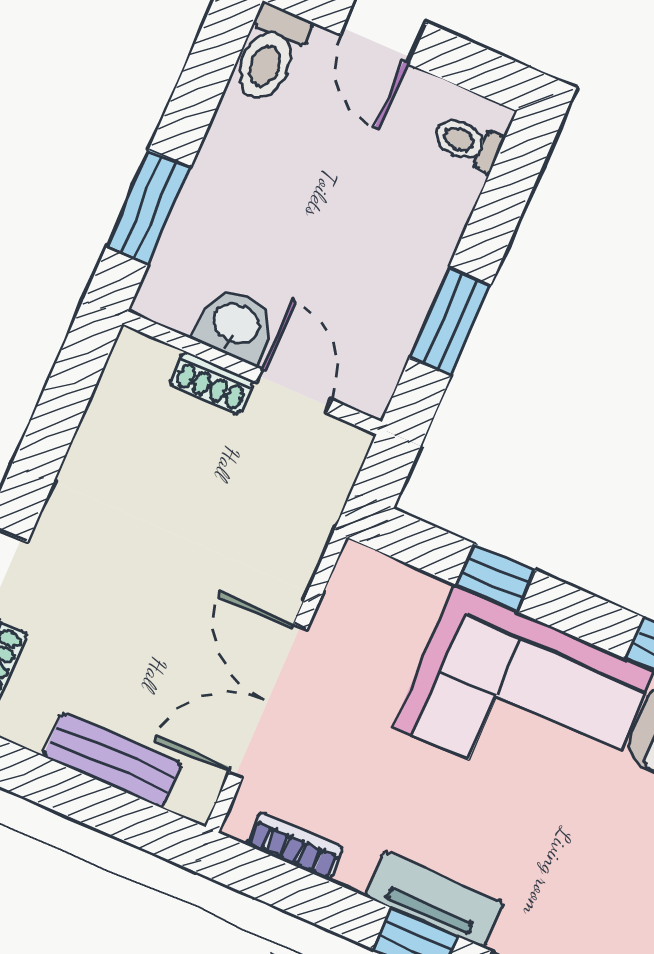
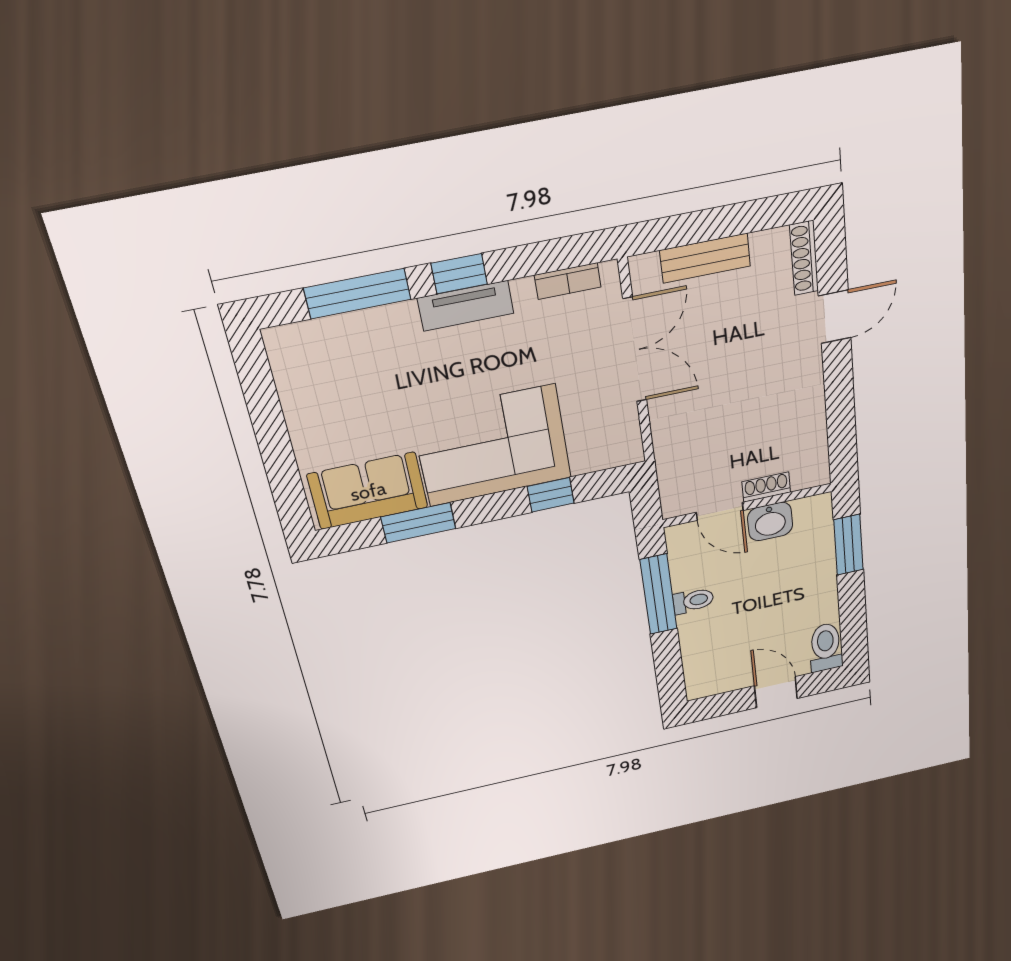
toilet: (467, 143) -> (693, 601), moved
window: (450, 322) -> (658, 594), width x1.44

